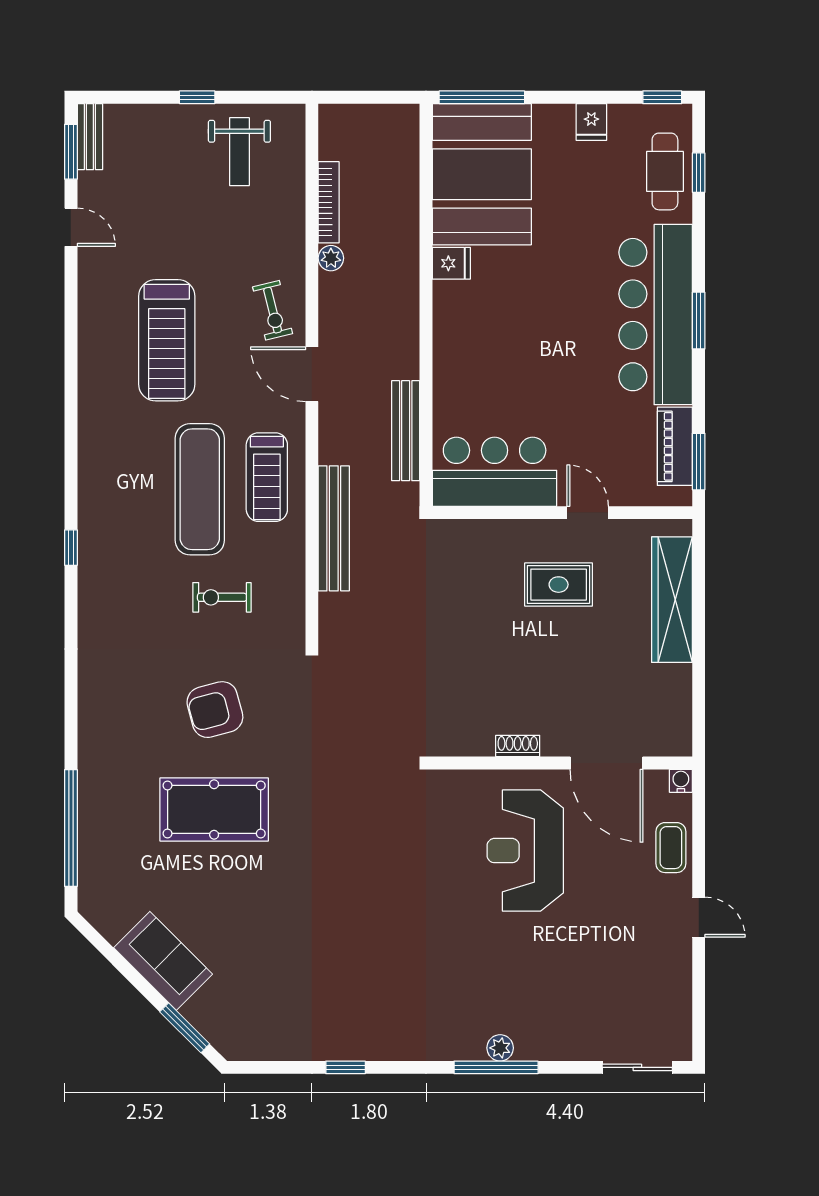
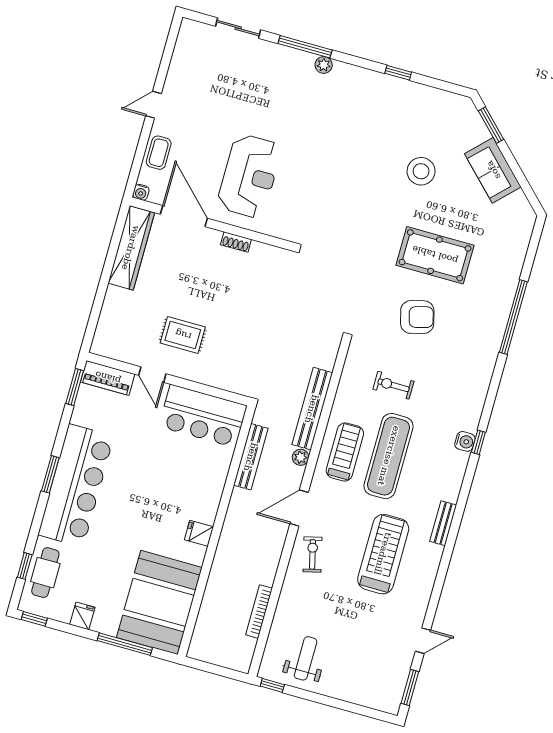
window: (197, 97) -> (272, 685), moved
window: (482, 97) -> (125, 644), moved
bench: (90, 137) -> (443, 523), moved
door: (71, 227) -> (423, 641), swing flipped
plant: (331, 258) -> (301, 457), moved
fridge: (451, 263) -> (199, 533), moved
door: (312, 374) -> (299, 508), swing flipped
piano: (675, 446) -> (108, 378), moved, turned 90
water cooler: (92, 543) -> (465, 441), added
exercise bike: (222, 597) -> (393, 385), turned 180
wardrobe: (672, 600) -> (131, 248), moved
window: (71, 828) -> (513, 317), moved
door: (699, 917) -> (153, 105), hinge flipped
stool: (270, 929) -> (421, 171), added
plant: (500, 1048) -> (324, 65), moved
sliding door: (637, 1067) -> (238, 28), moved

